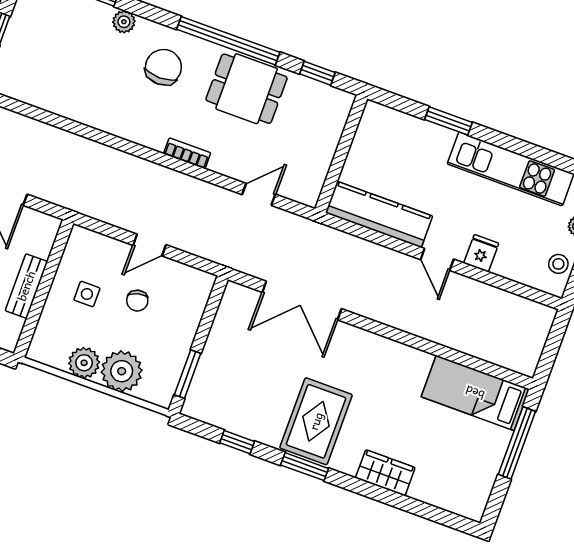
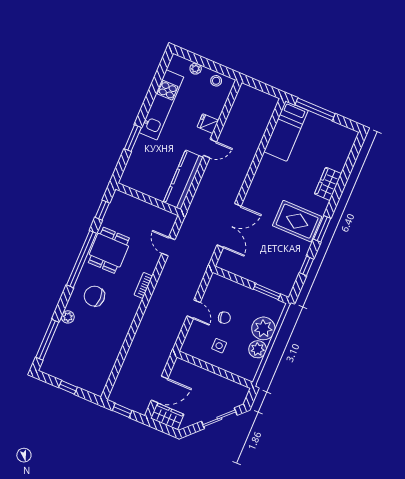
bench: (26, 286) -> (213, 379), removed

